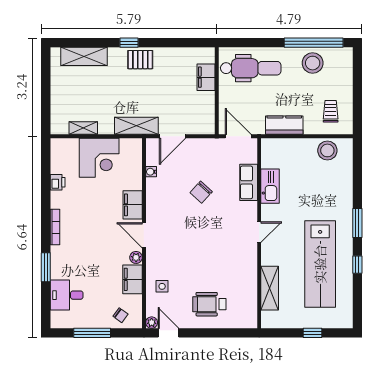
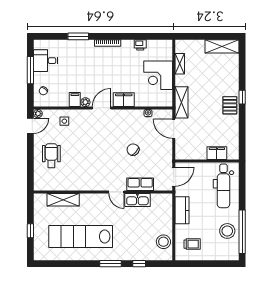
shelving: (84, 56) -> (222, 46), moved, turned 90
door: (259, 232) -> (116, 192), moved
window: (357, 265) -> (139, 264), moved
filing cabinet: (132, 279) -> (75, 100), width x0.50
desk: (67, 295) -> (46, 61), moved, turned -90

